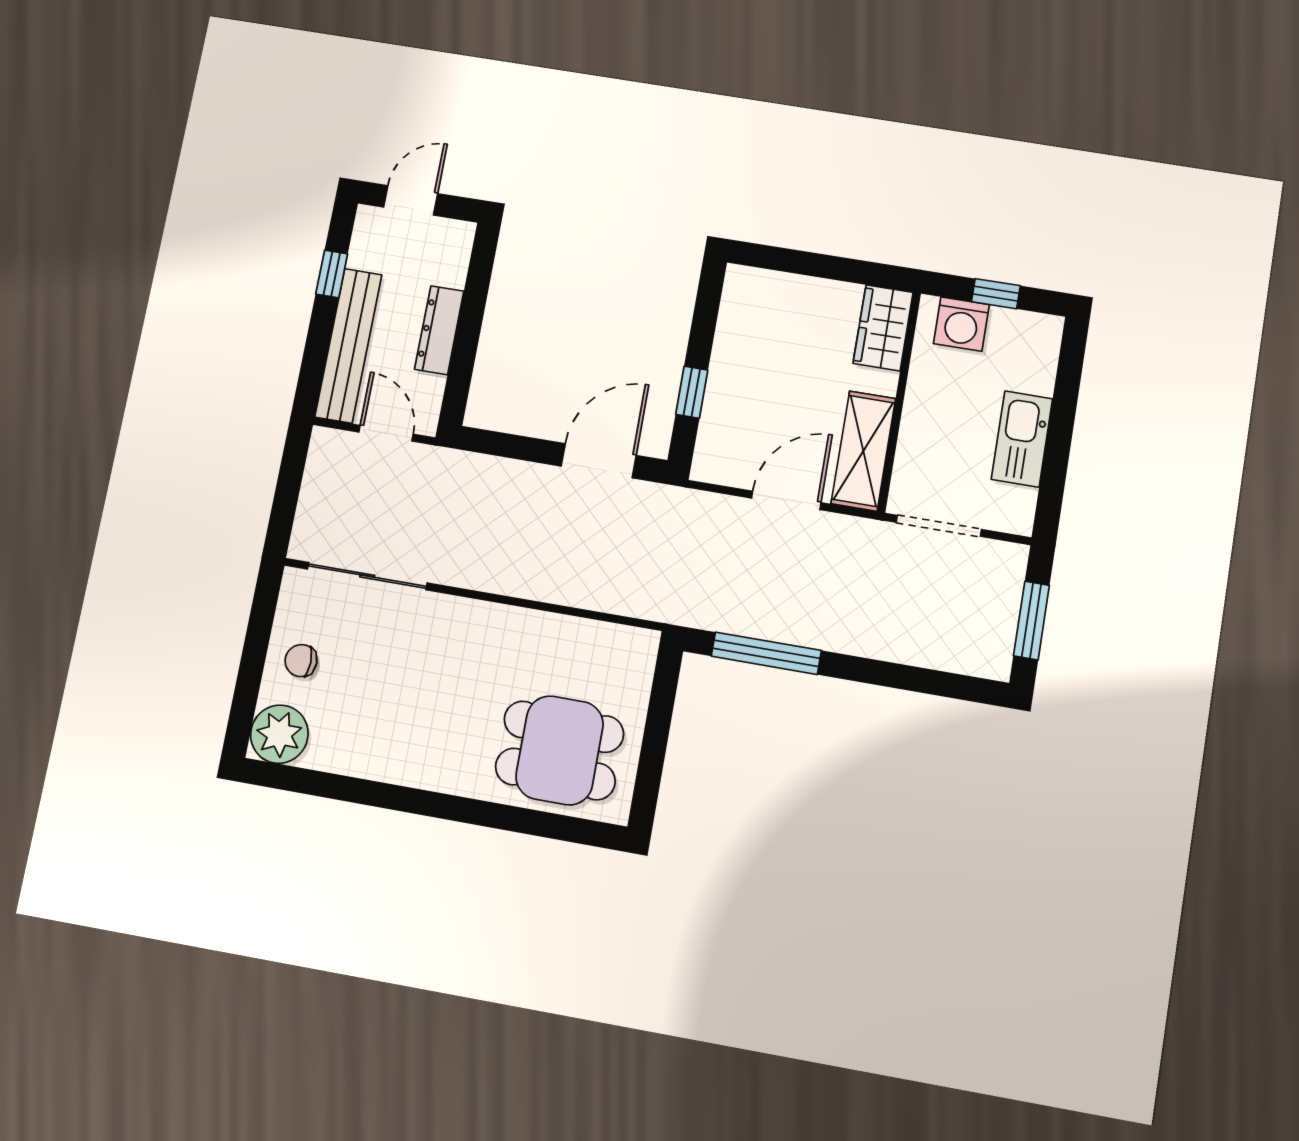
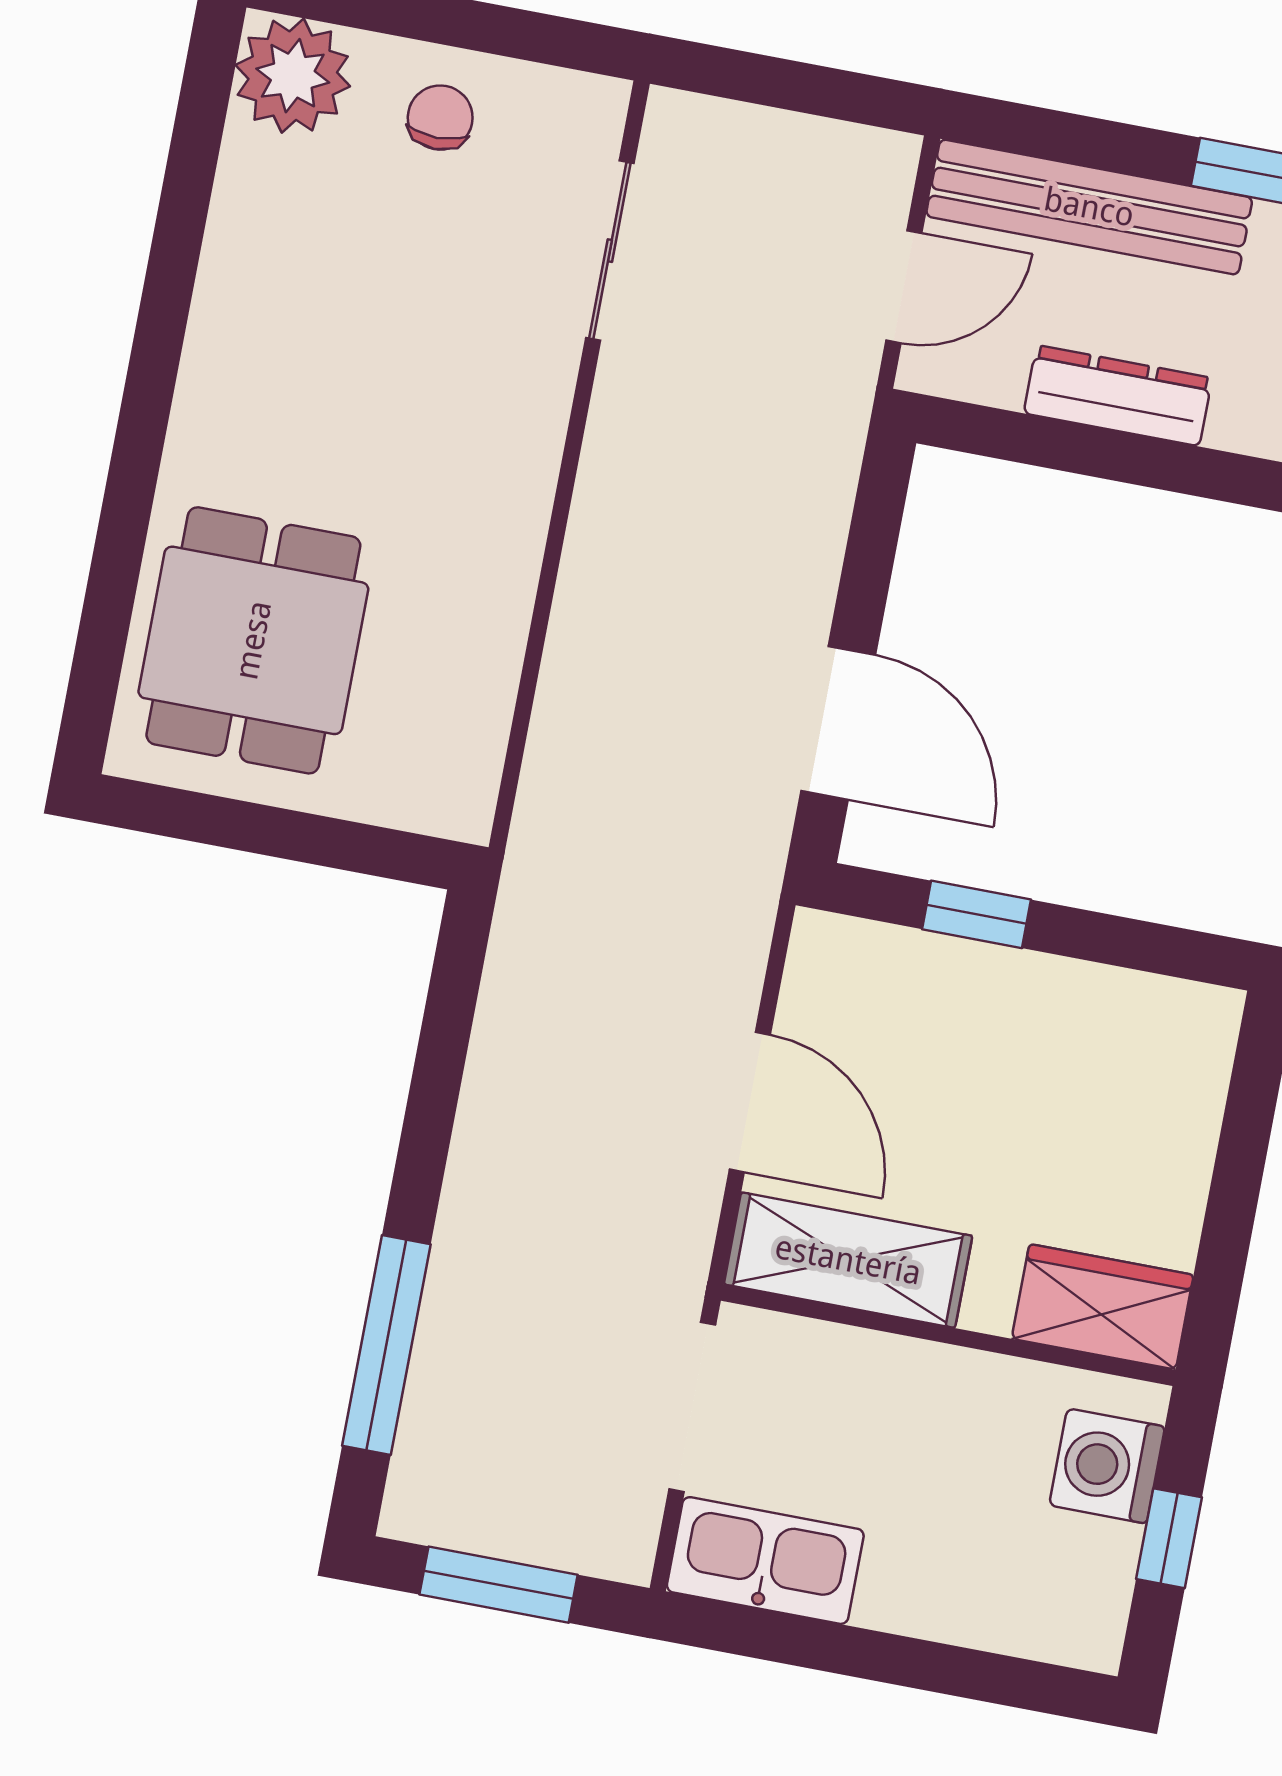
kitchen sink: (1022, 439) -> (765, 1561), moved
sliding door: (367, 576) -> (610, 251), width x0.73
window: (766, 653) -> (386, 1345), moved

